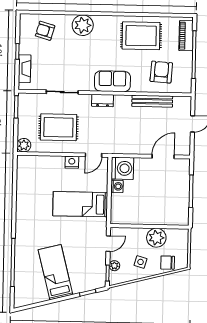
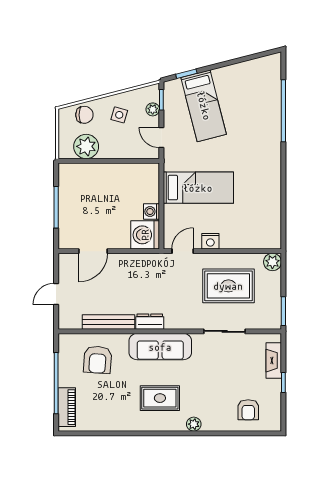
plant: (83, 25) -> (194, 424), width x0.53, depth x0.53
armchair: (45, 31) -> (248, 410), turned 74
rug: (141, 36) -> (160, 398), moved, width x0.73, depth x0.70
sofa: (112, 81) -> (160, 347), width x1.36
dresser: (103, 101) -> (150, 322), moved
plant: (156, 238) -> (86, 146), moved
door: (108, 244) -> (161, 138), hinge flipped
bed: (55, 272) -> (204, 106), moved

